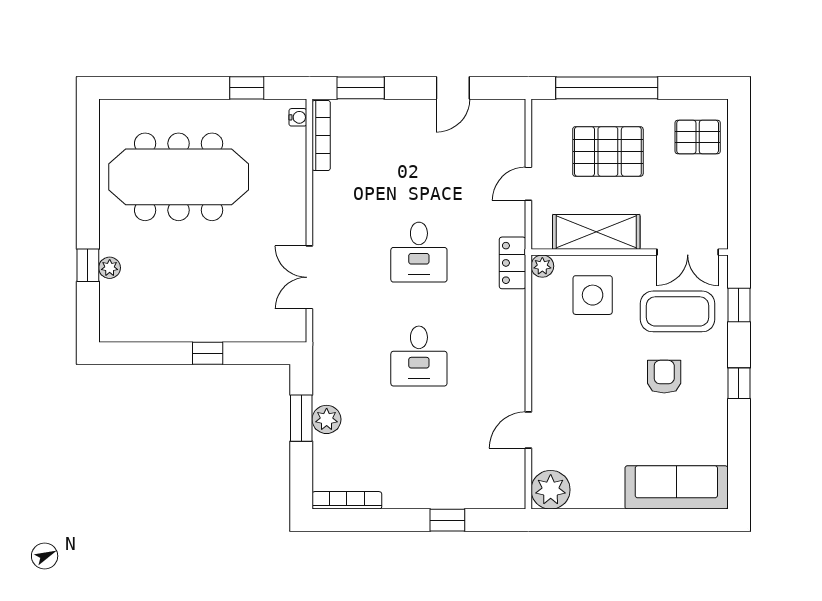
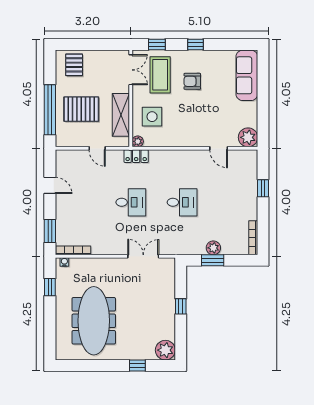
pallet: (608, 151) -> (81, 109), turned 90
plant: (110, 268) -> (165, 350), moved, width x1.87, depth x1.87
double door: (309, 277) -> (143, 256), swing flipped

